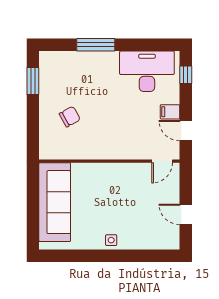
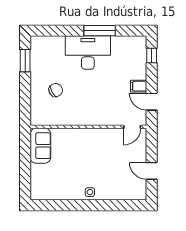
window: (96, 45) -> (100, 31), moved
desk: (147, 71) -> (88, 53), moved
sofa: (55, 202) -> (40, 146), width x0.54, depth x0.79

